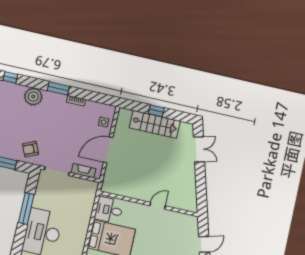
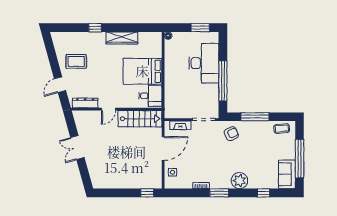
window: (156, 111) -> (147, 193), moved
stairs: (155, 124) -> (140, 119), moved, turned 180
double door: (199, 149) -> (77, 148), moved
window: (26, 208) -> (223, 81), width x1.46
dresser: (181, 218) -> (85, 103), added

